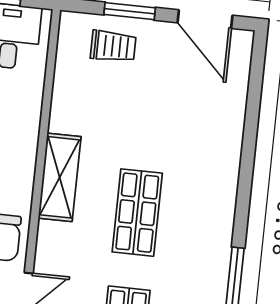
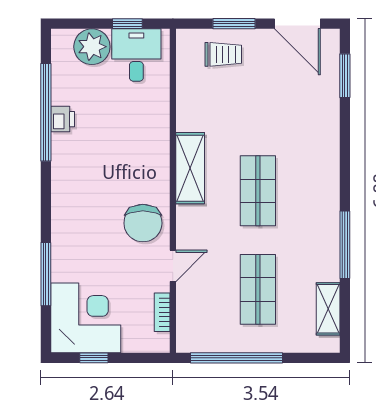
window: (255, 87) -> (345, 76), added

